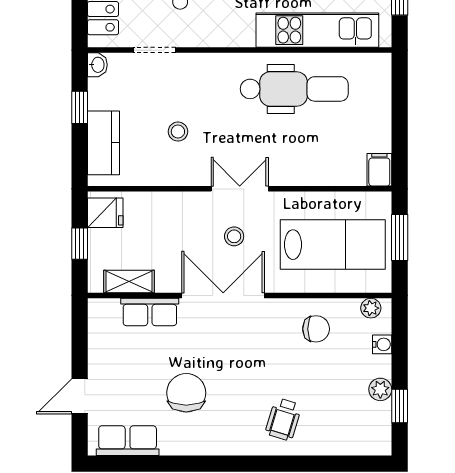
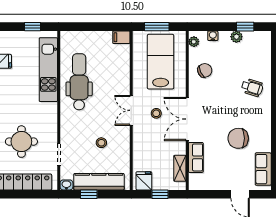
kitchen counter: (104, 143) -> (99, 182), width x1.50
chair: (316, 329) -> (205, 70), turned 63

